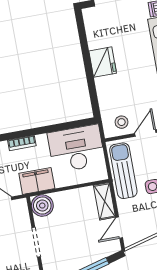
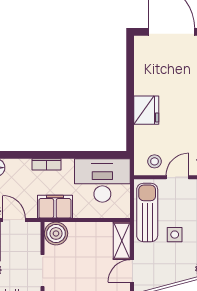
fridge: (103, 62) -> (146, 110), moved

